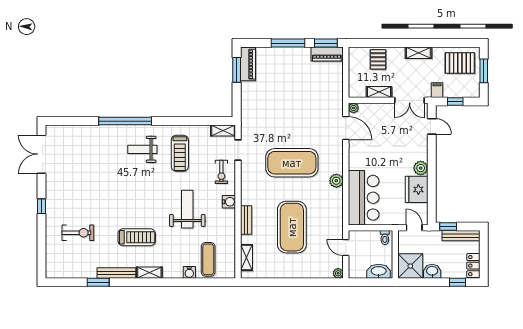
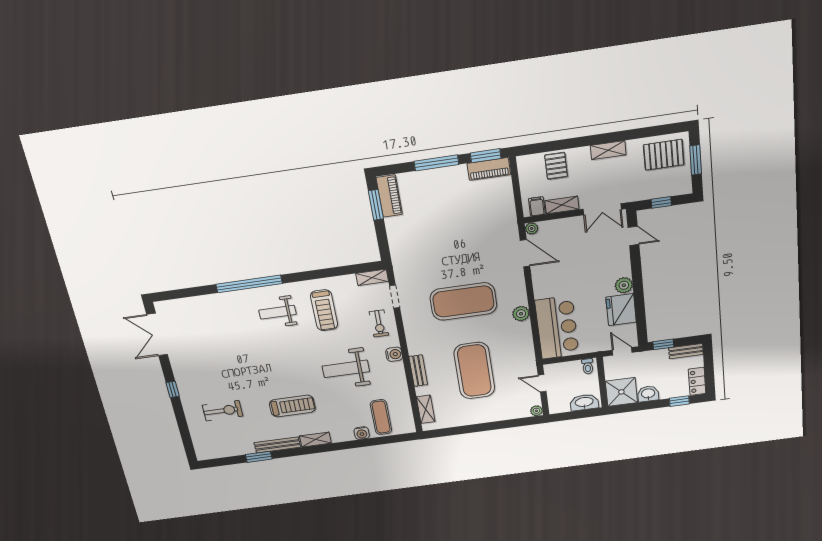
filing cabinet: (437, 90) -> (537, 206), moved
weight bench: (187, 209) -> (346, 369), turned -90
bench: (461, 236) -> (686, 351), width x0.73

